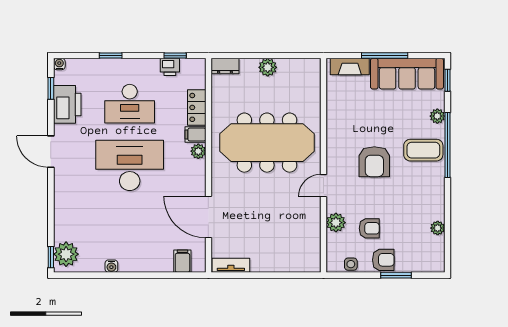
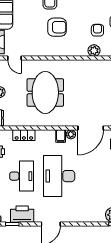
filing cabinet: (195, 135) -> (61, 136), moved
meeting table: (267, 143) -> (45, 92), width x0.73
plant: (198, 151) -> (71, 134), moved
door: (324, 186) -> (14, 58), moved

